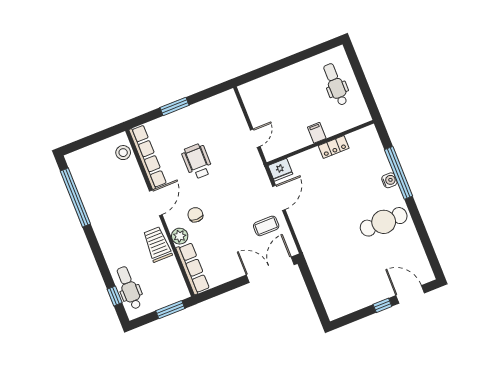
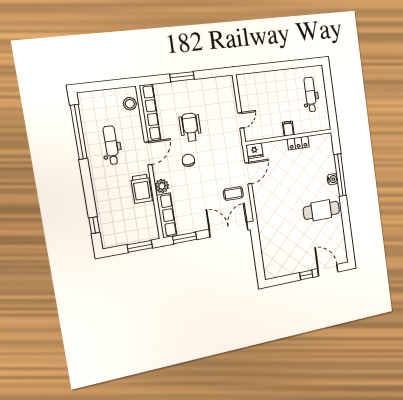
chair: (195, 215) -> (188, 160), moved
trolley: (157, 244) -> (141, 189), turned 180
dental chair: (129, 288) -> (111, 145), moved
window: (220, 290) -> (185, 238), added

